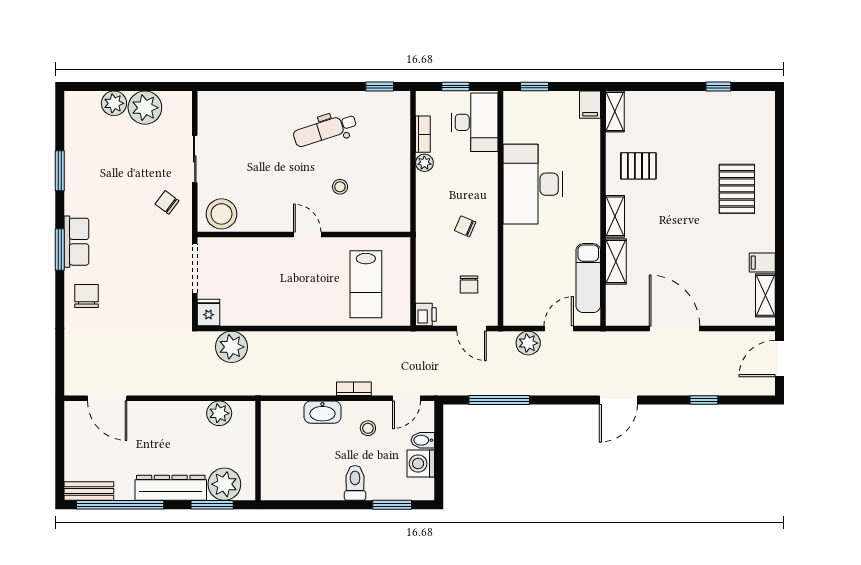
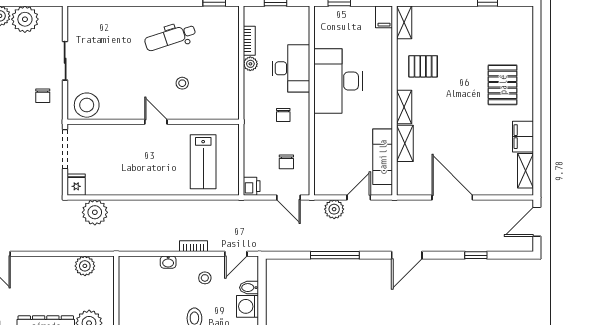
desk: (475, 122) -> (291, 68), moved
chair: (167, 202) -> (43, 96), turned -127
chair: (465, 226) -> (283, 115), turned -113
filing cabinet: (762, 263) -> (523, 137), width x2.00
window: (499, 400) -> (335, 255), moved
washbasin: (322, 412) -> (168, 262), width x0.52, depth x0.69

